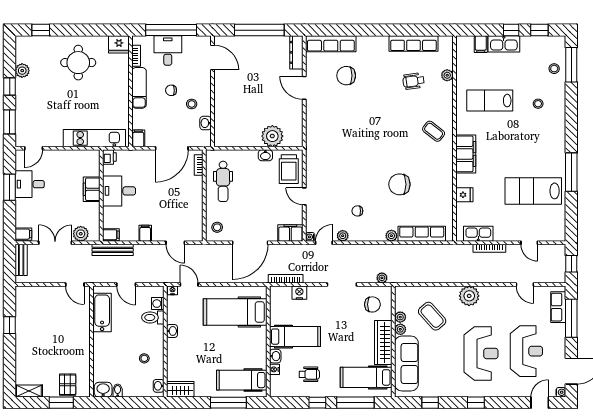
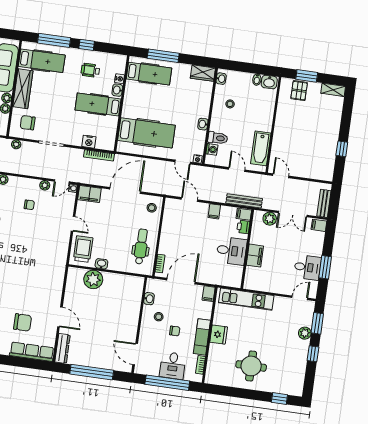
fridge: (119, 44) -> (219, 335), moved, turned 90
plant: (22, 71) -> (305, 333), moved
printer: (109, 157) -> (243, 227), moved

